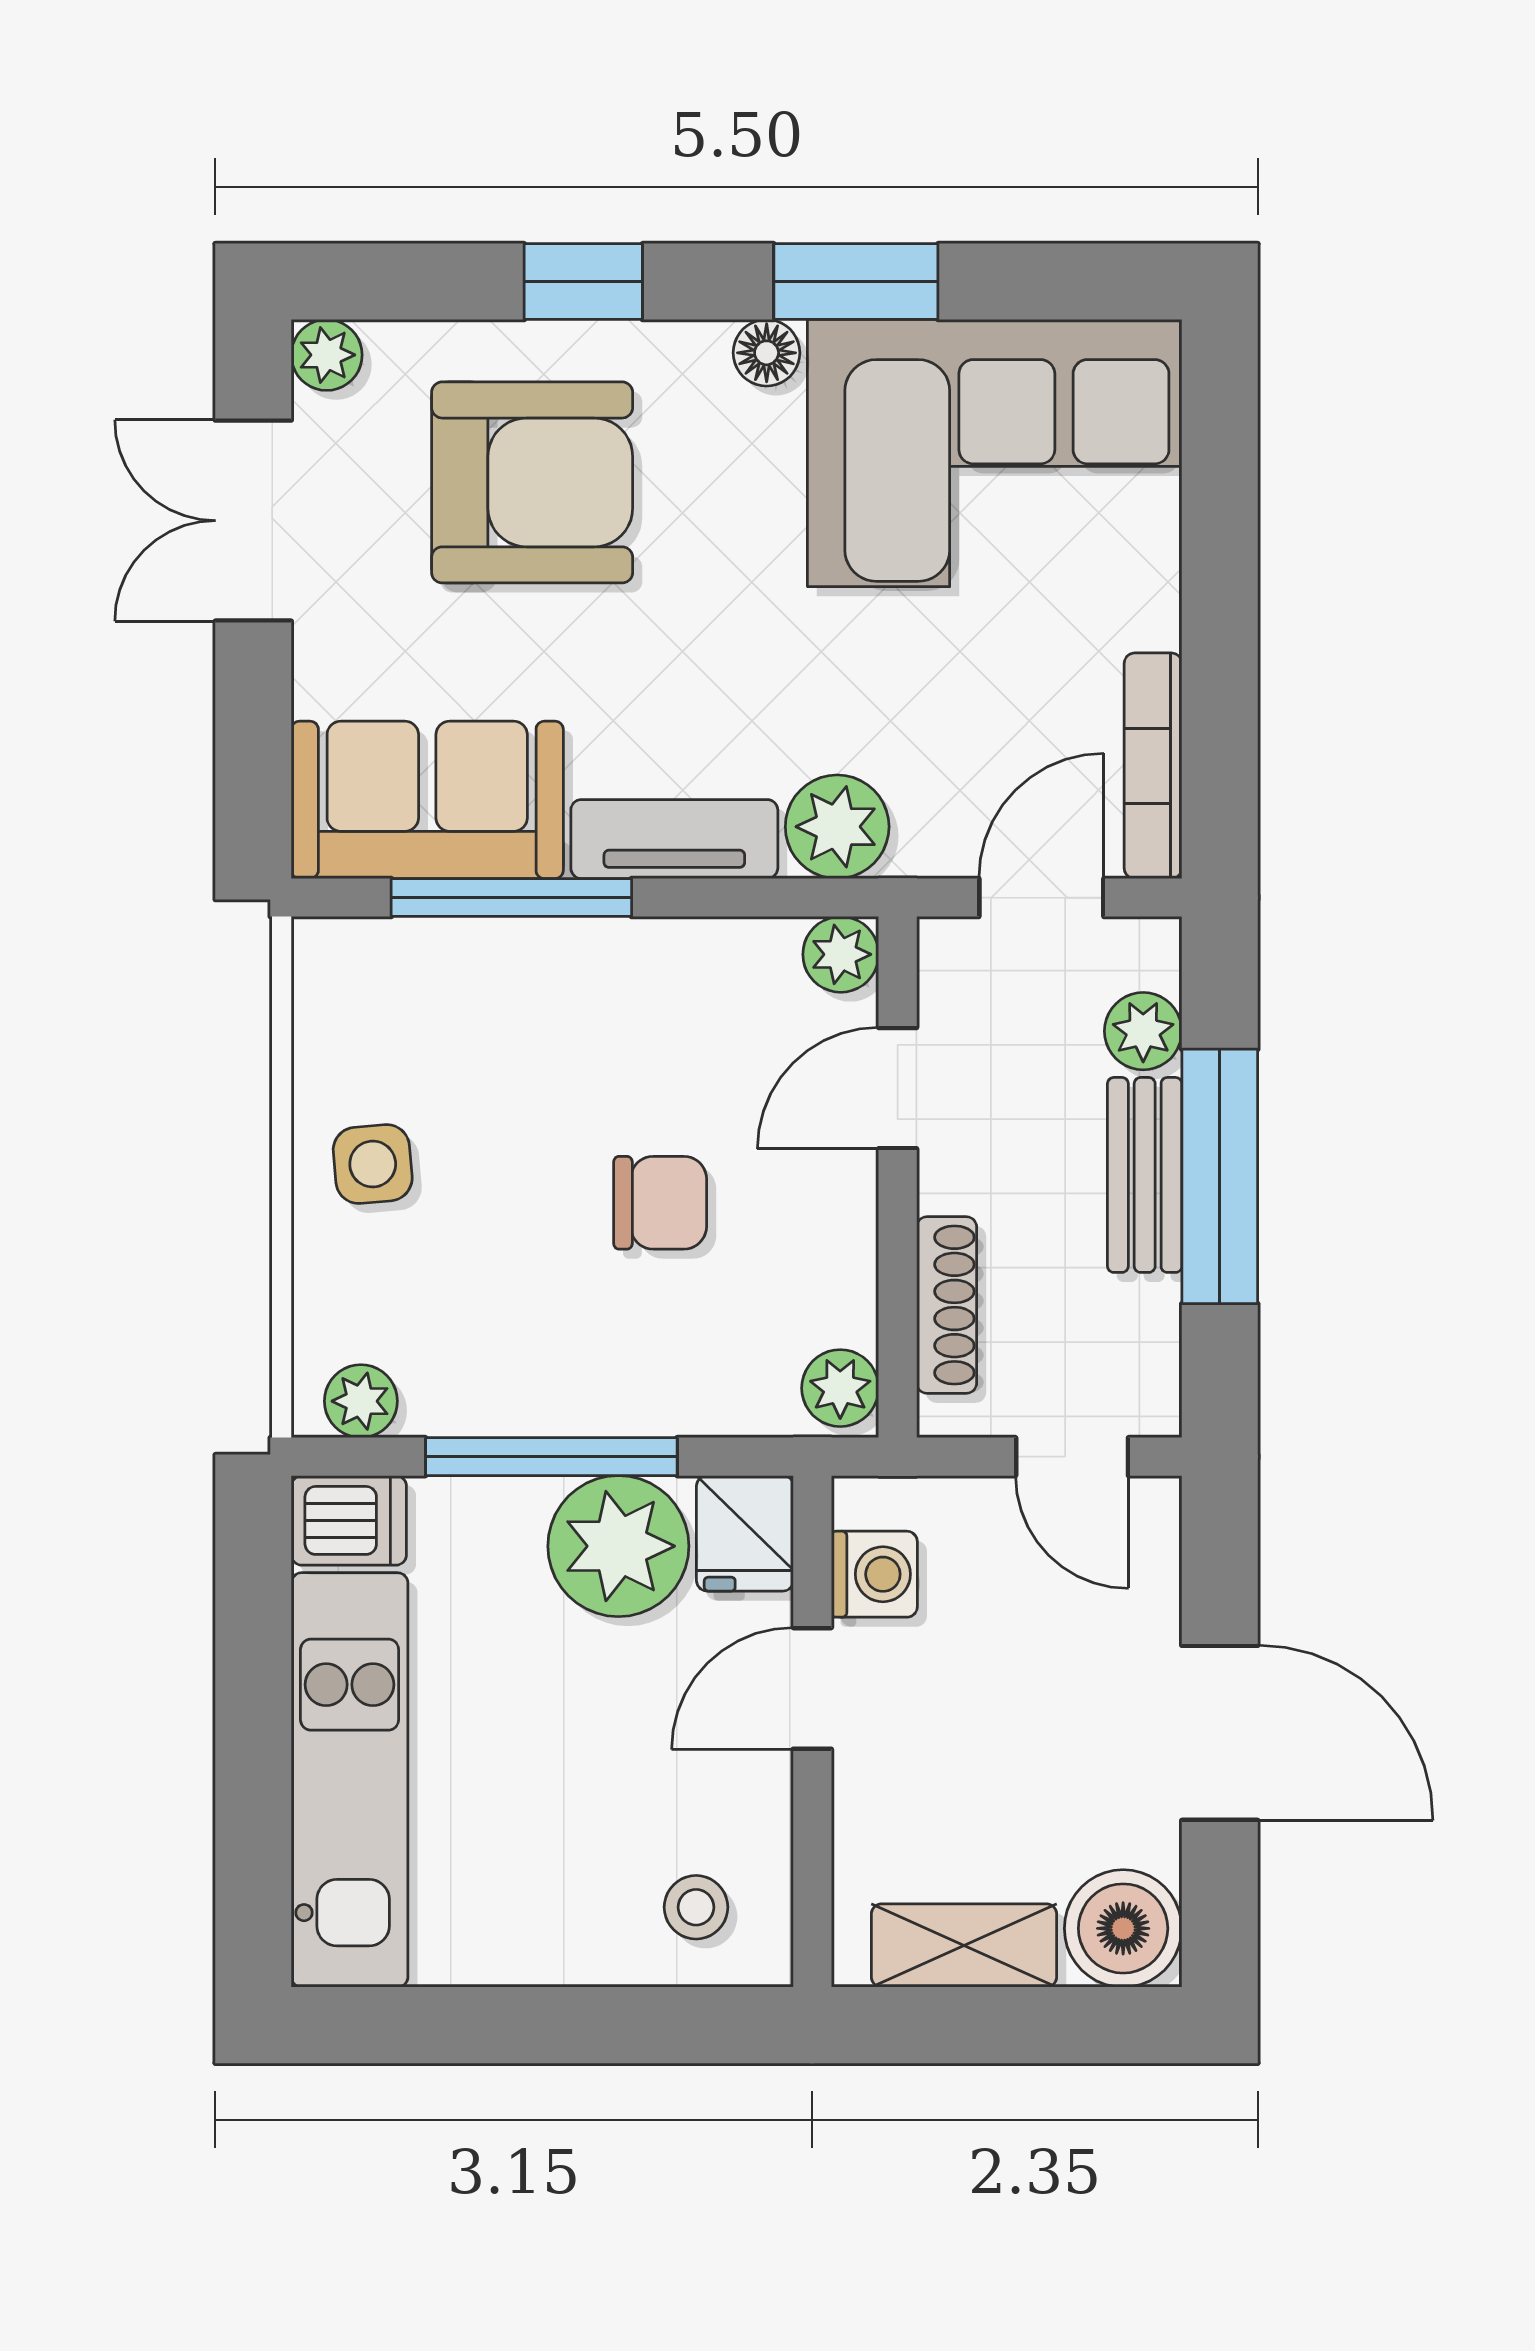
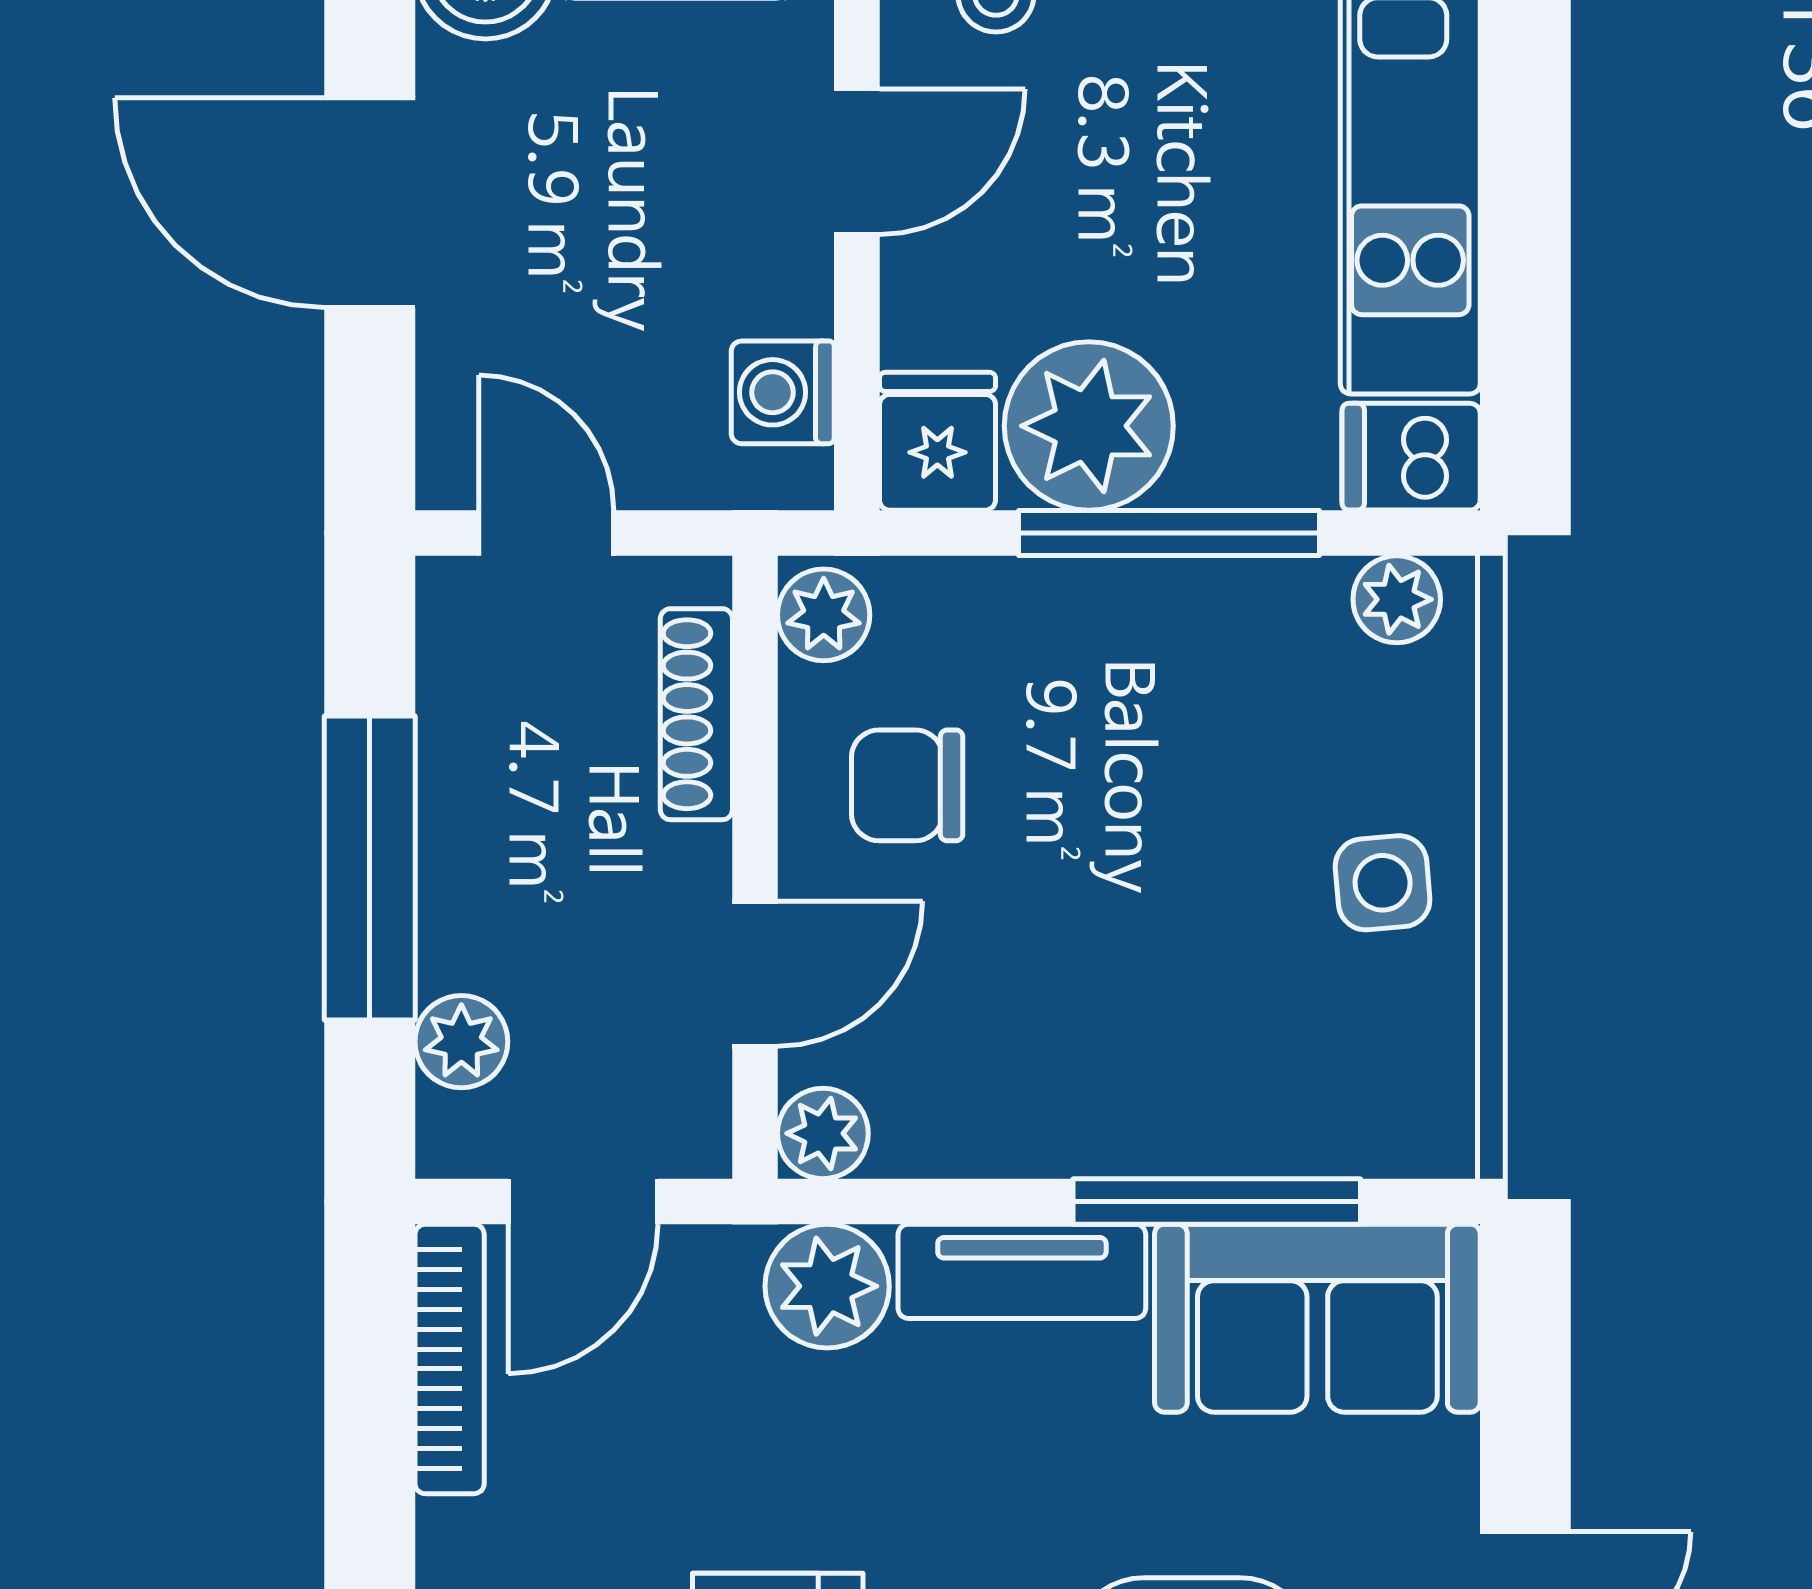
bench: (1145, 1175) -> (460, 870), removed
chair: (660, 1203) -> (907, 785), moved
door: (812, 1688) -> (857, 162), moved

